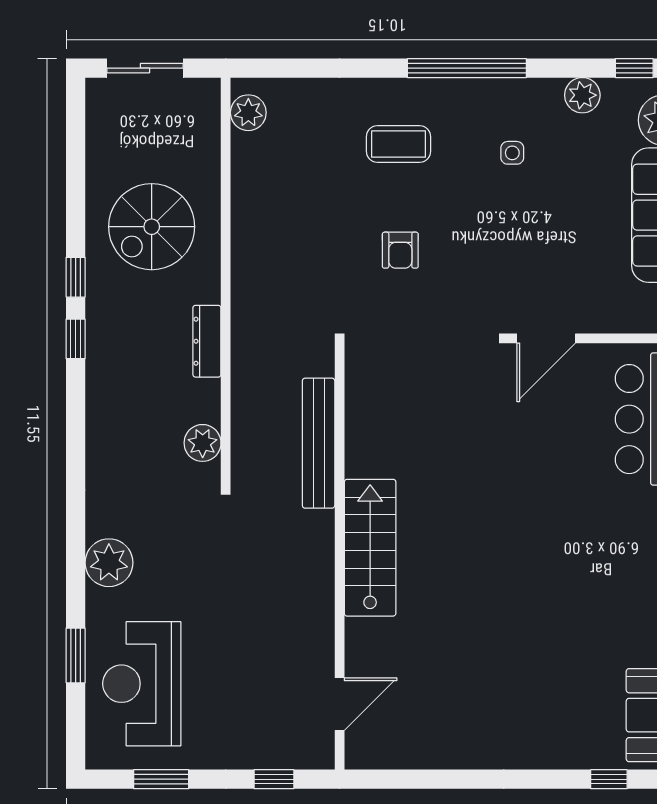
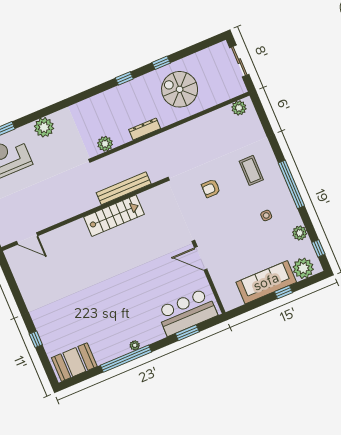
window: (76, 277) -> (161, 63), moved
stairs: (370, 548) -> (114, 216), moved
window: (609, 779) -> (36, 339), moved

